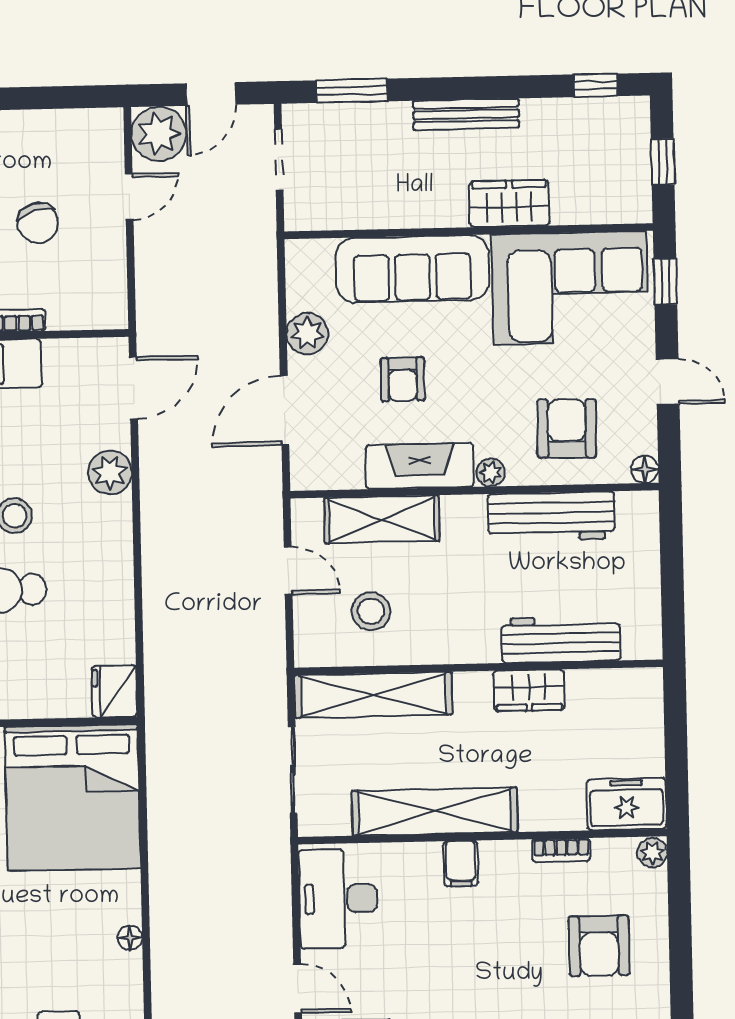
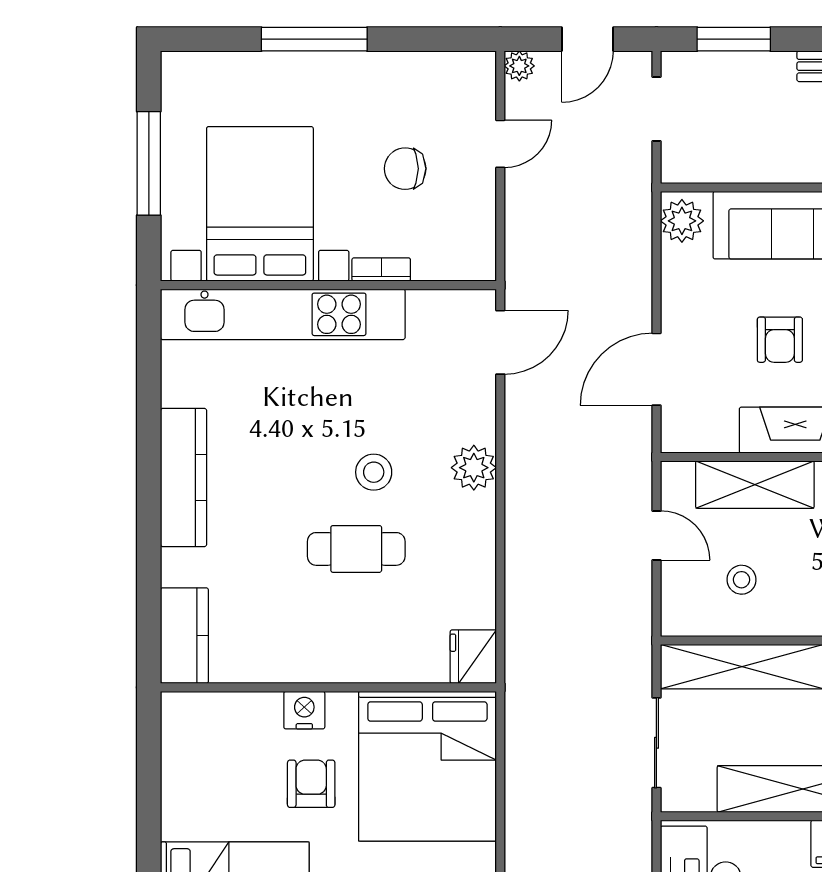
plant: (159, 134) -> (519, 66), width x0.53, depth x0.53
chair: (38, 223) -> (405, 169), turned 105
plant: (307, 334) -> (682, 221), moved
plant: (110, 472) -> (474, 468), moved
stool: (371, 611) -> (742, 580), width x0.73, depth x0.73

